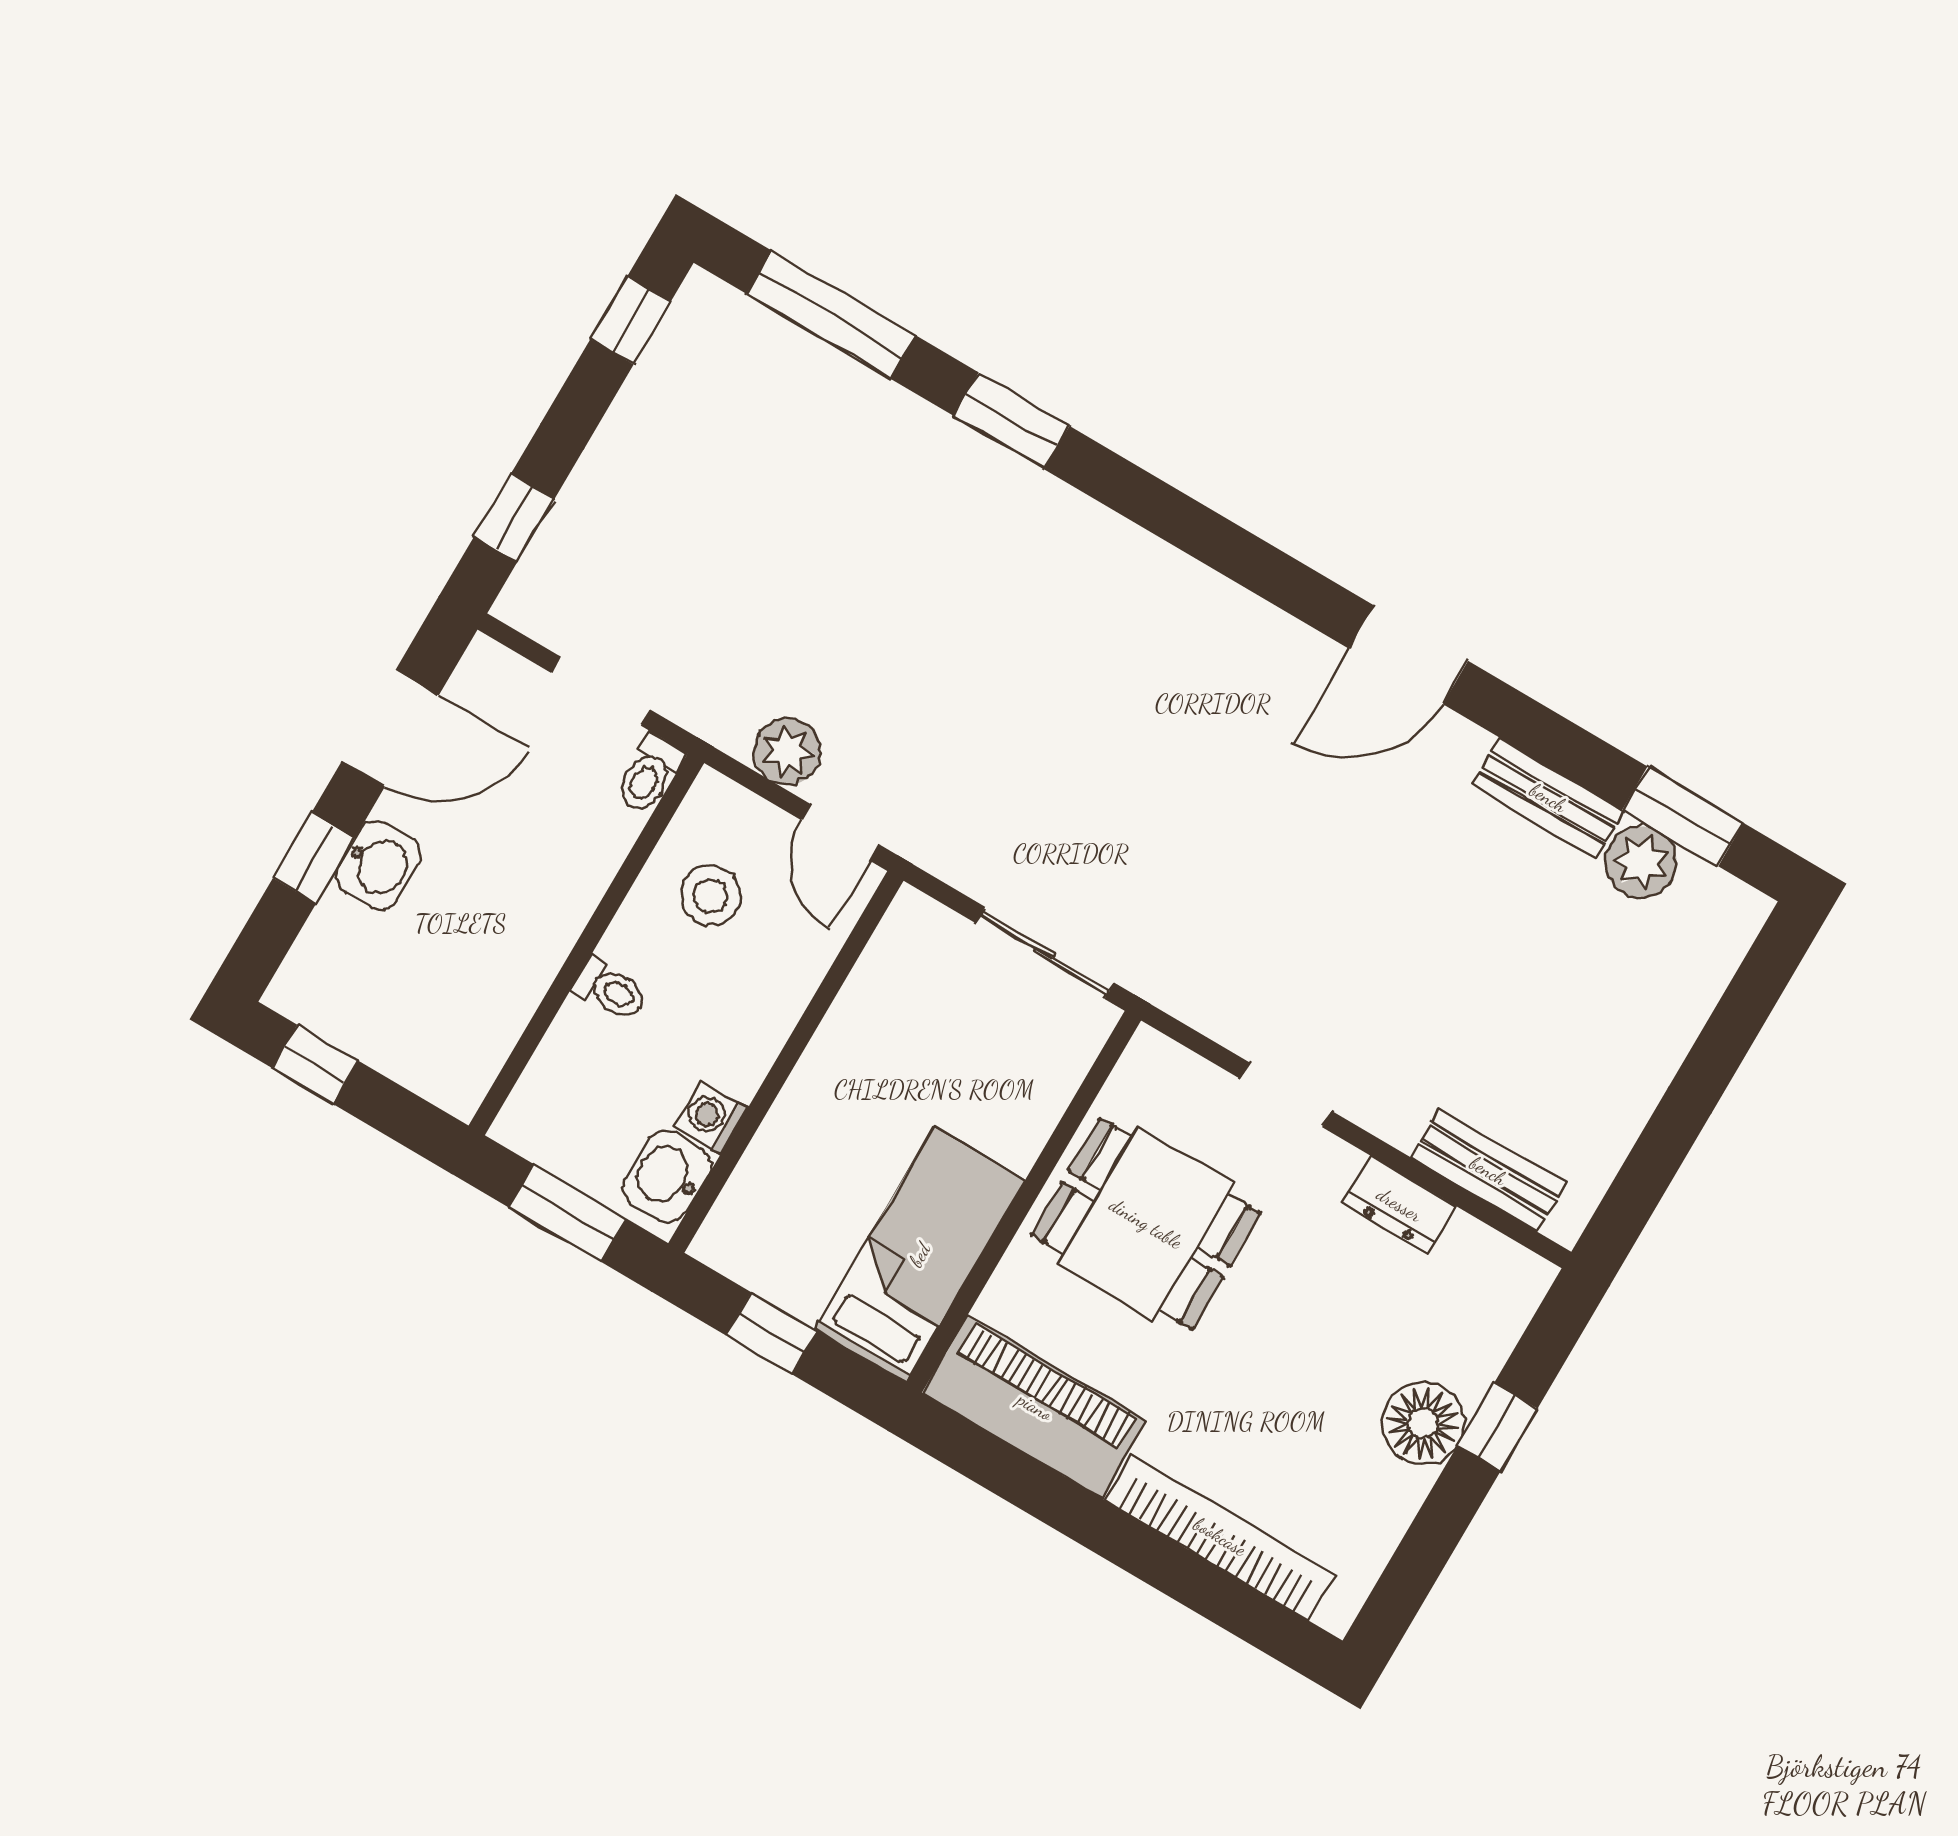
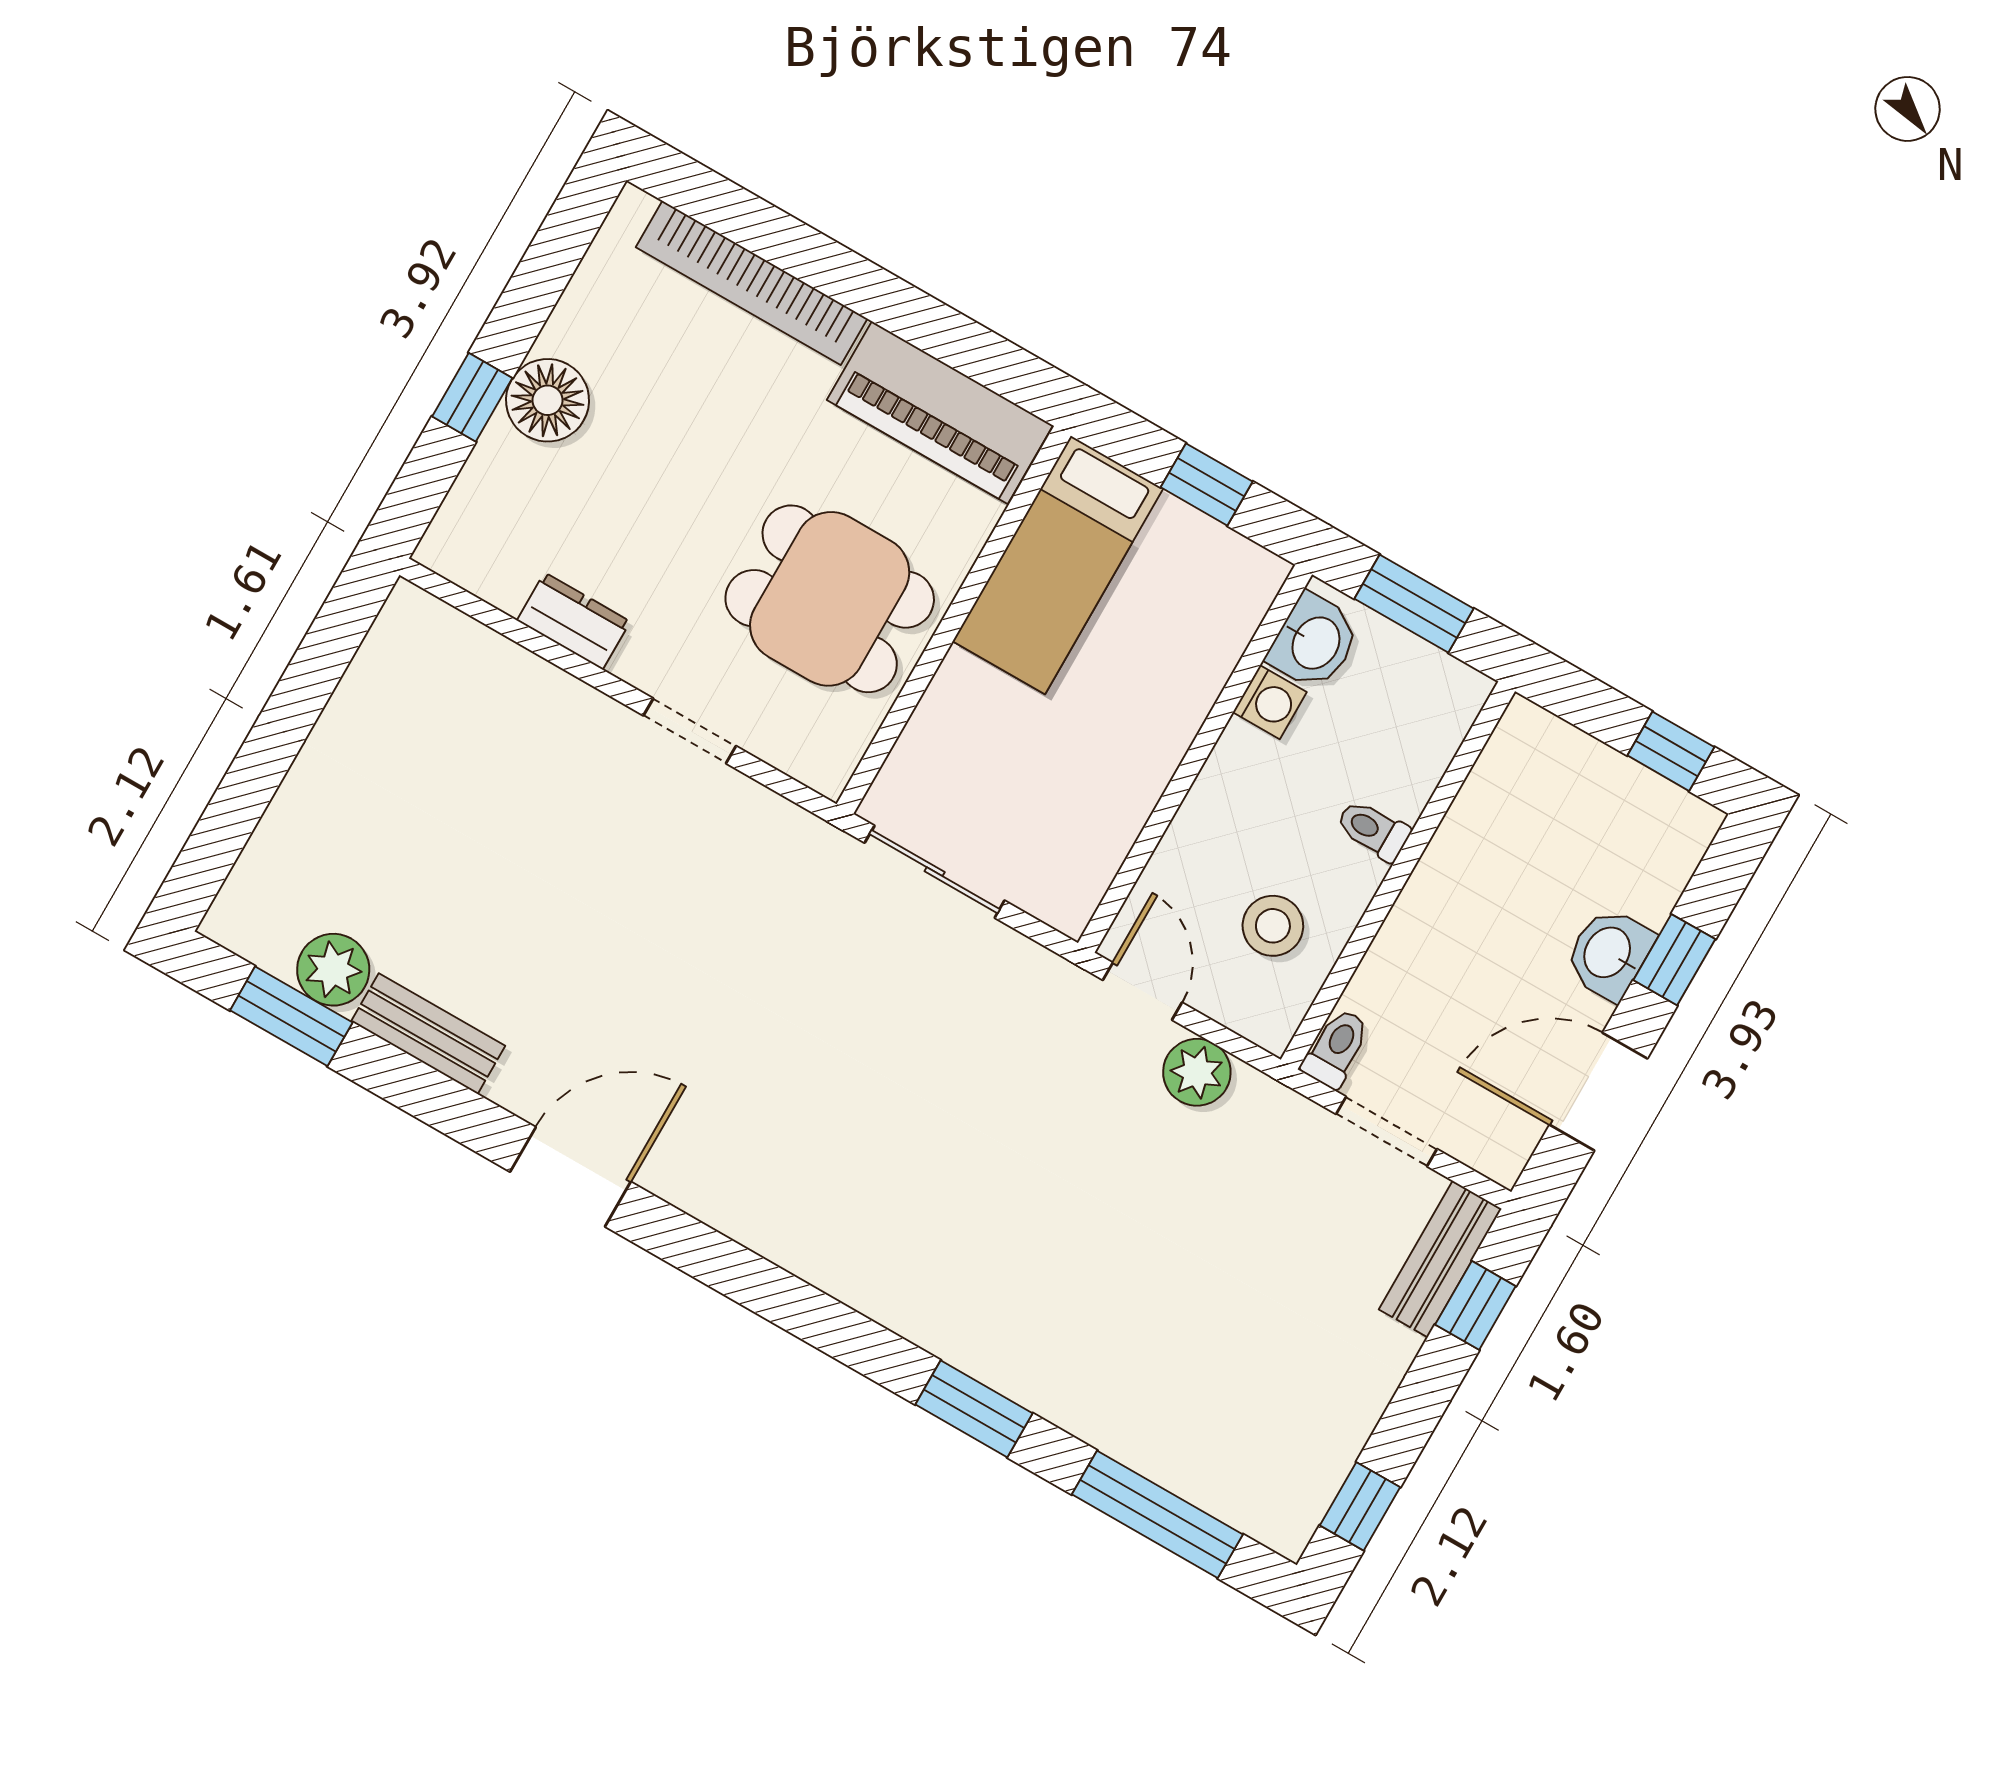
bench: (1488, 1171) -> (1440, 1259), moved, turned 90

